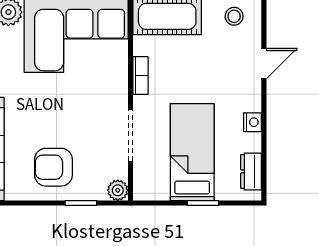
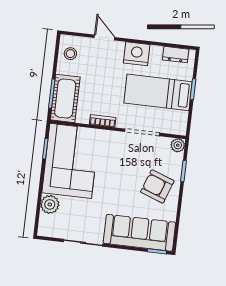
nightstand: (252, 122) -> (137, 54), width x1.89, depth x1.79
armchair: (53, 167) -> (157, 186), turned 110

